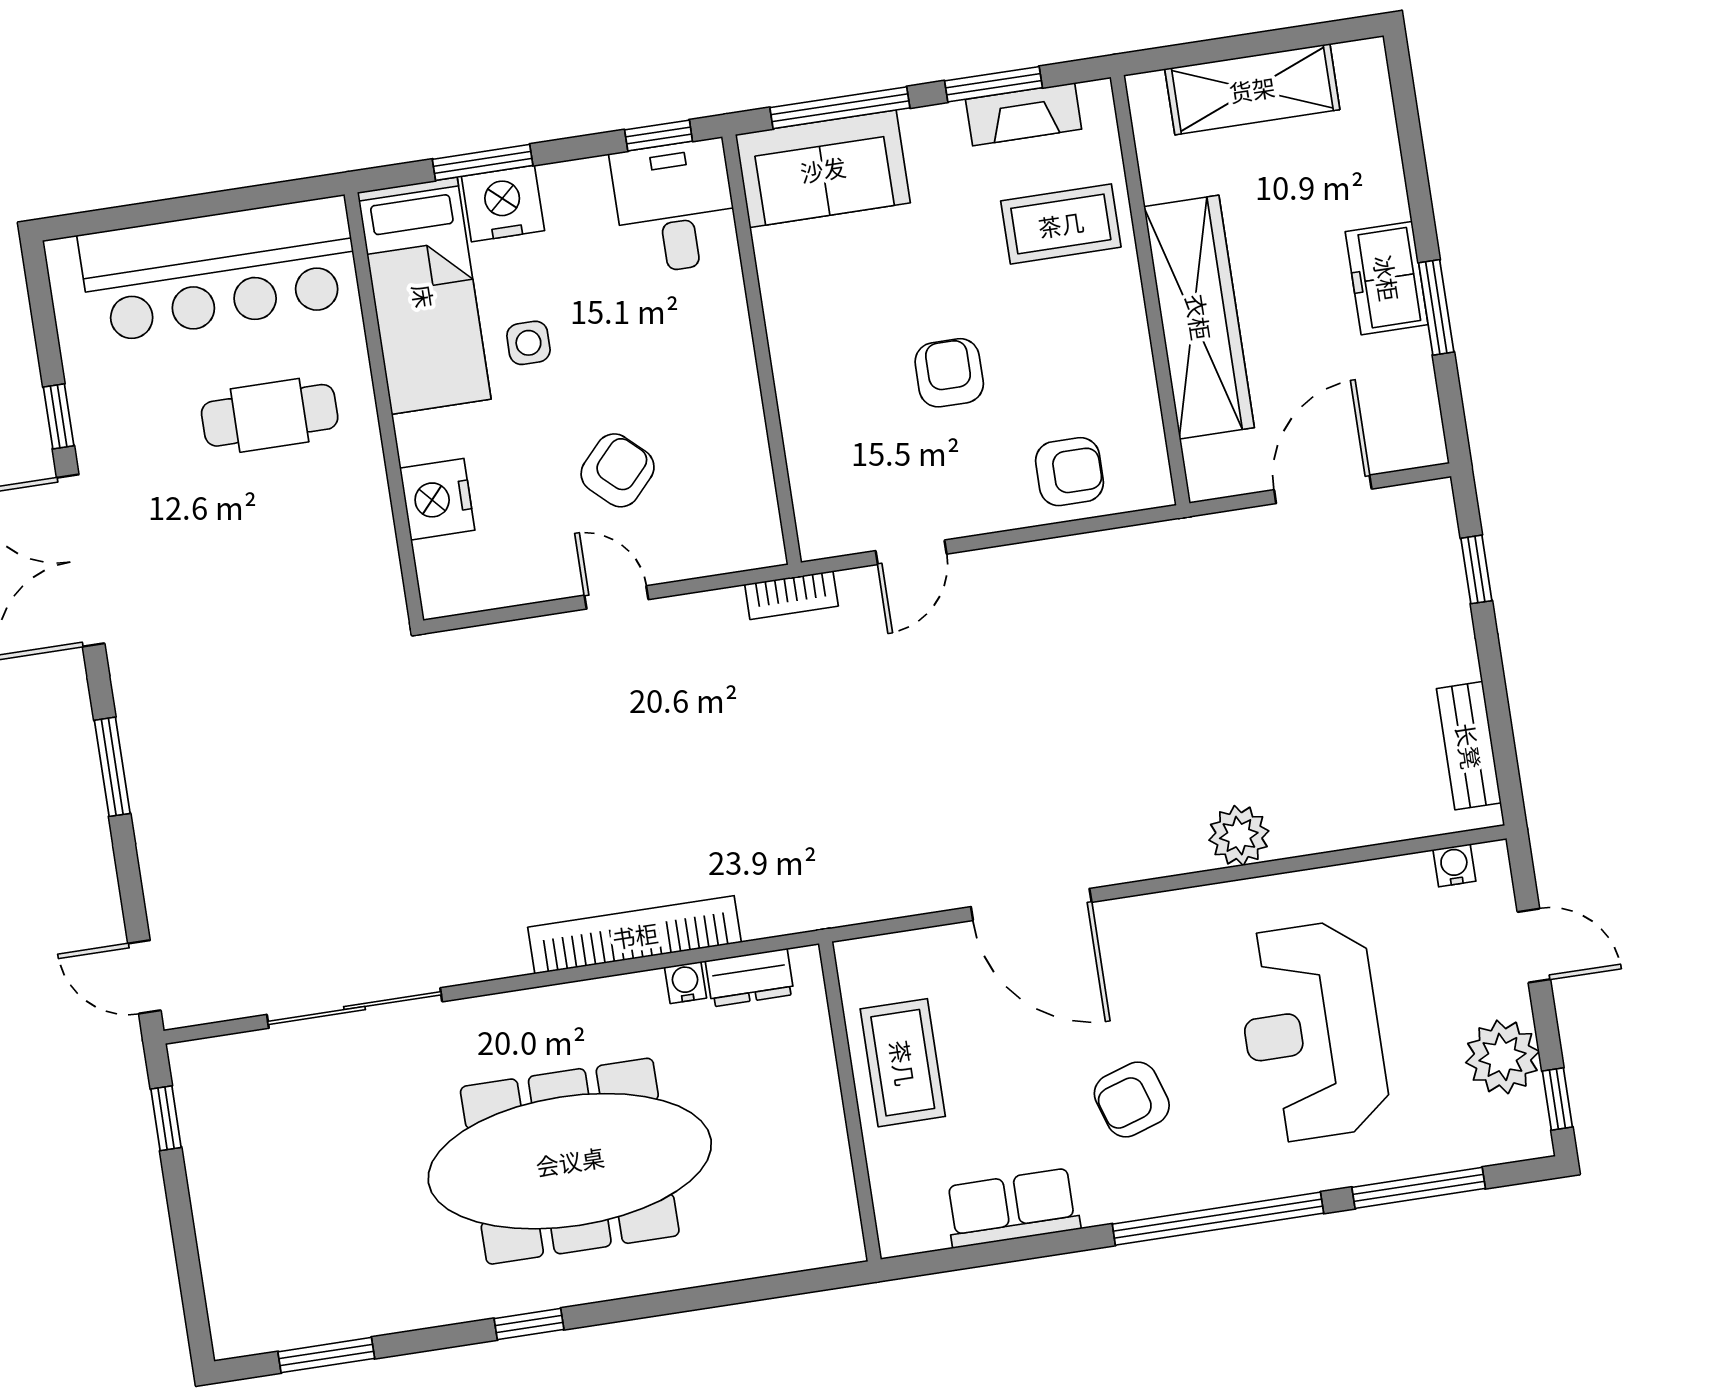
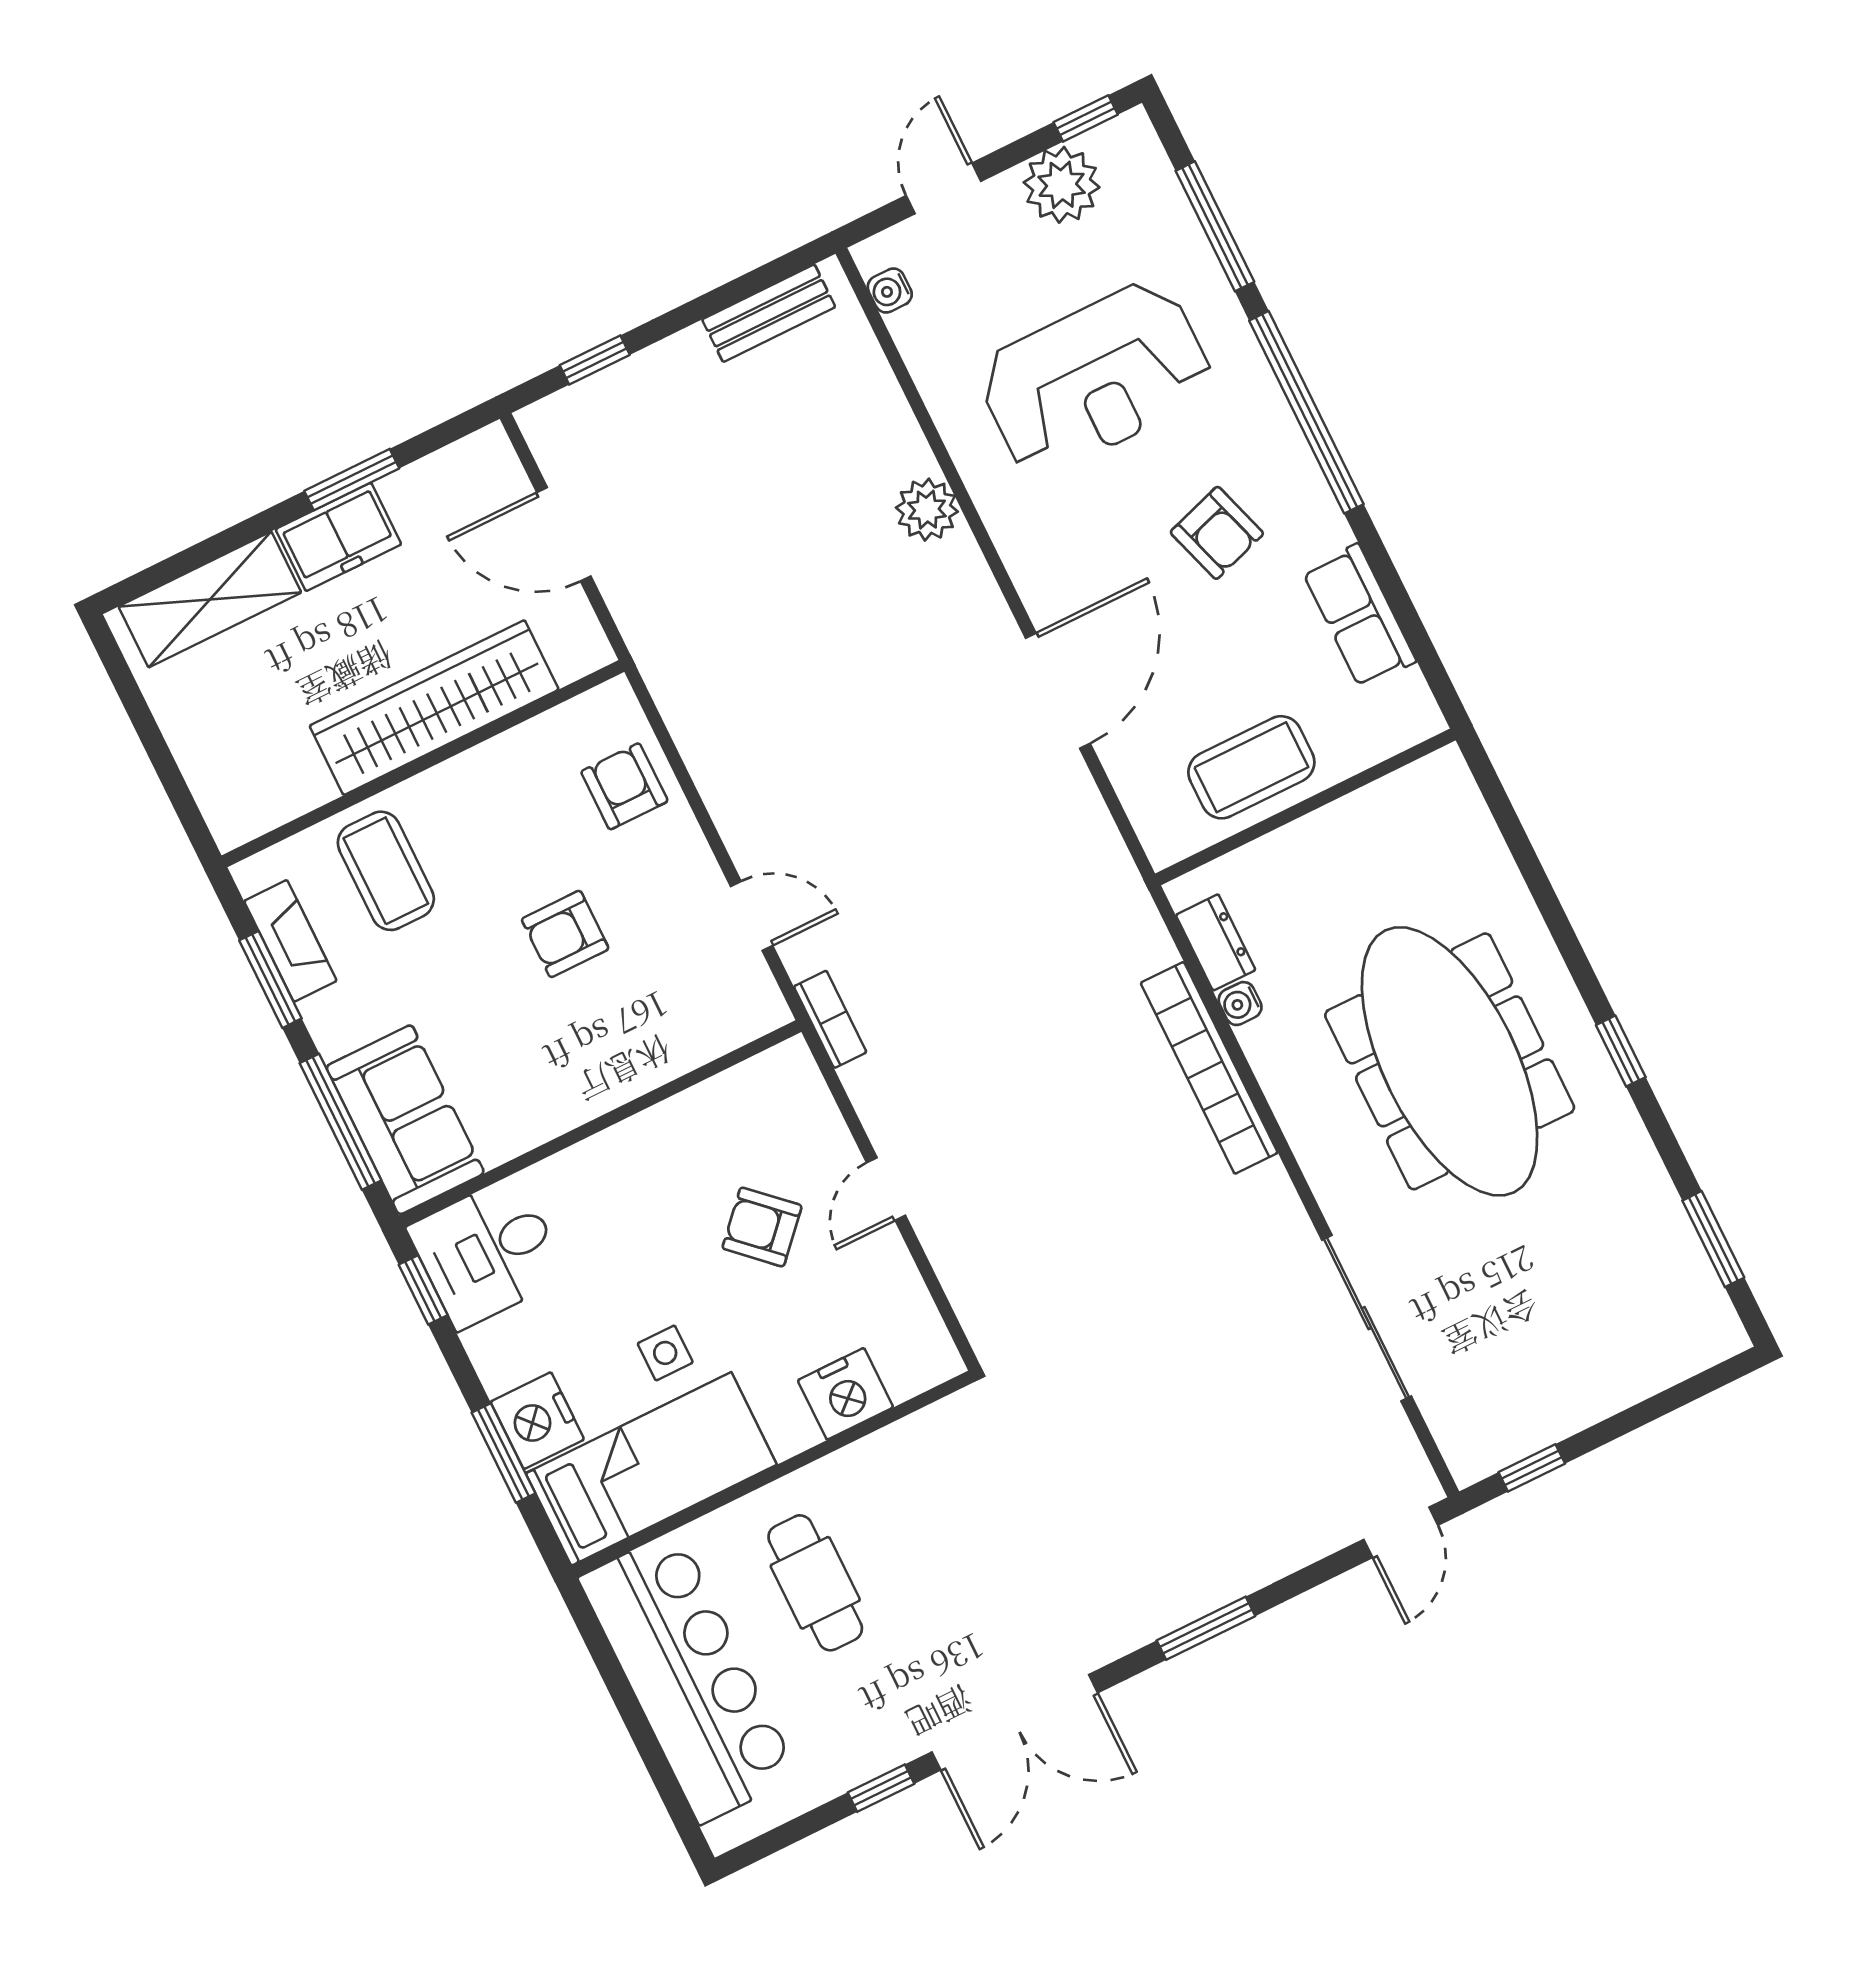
shelving: (1252, 89) -> (210, 599), moved, turned 90

